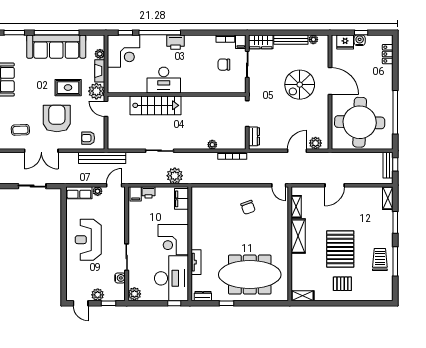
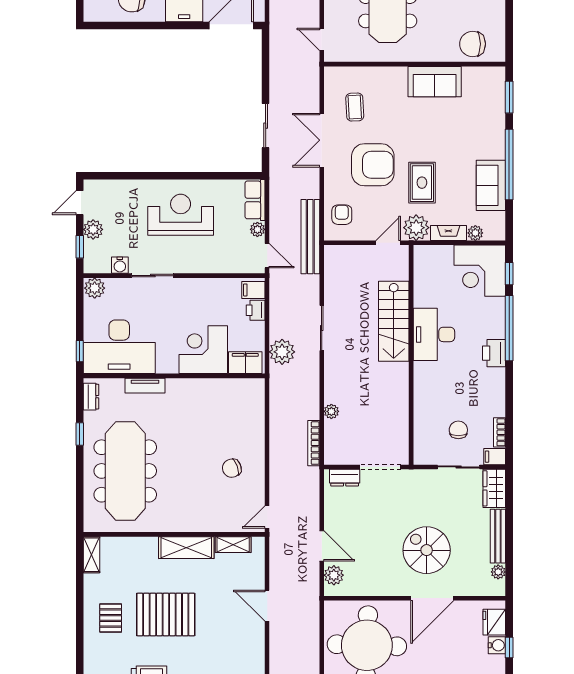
sofa: (56, 47) -> (491, 185), width x0.54, depth x0.79
corner desk: (173, 240) -> (203, 350), moved

